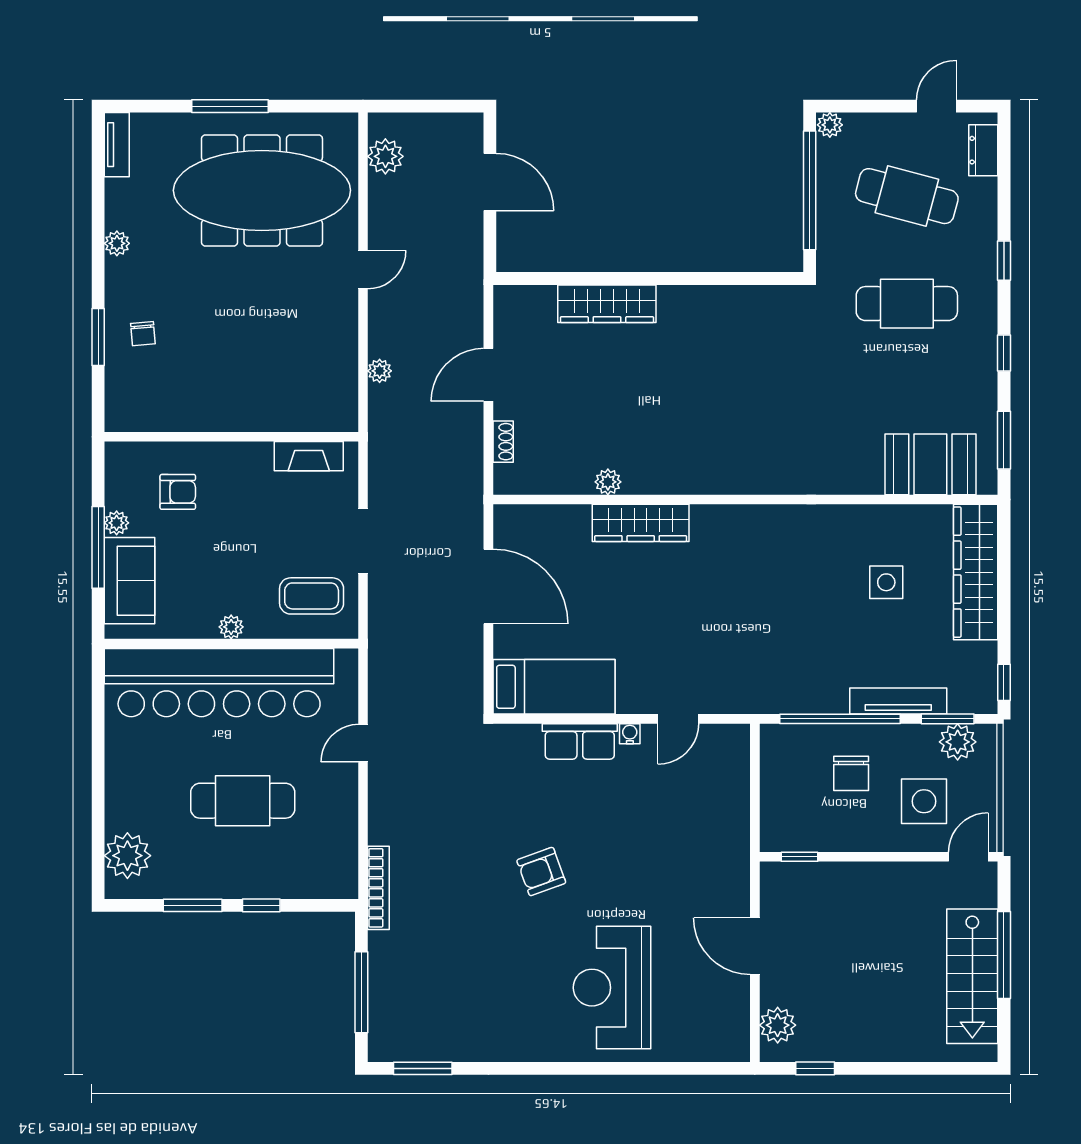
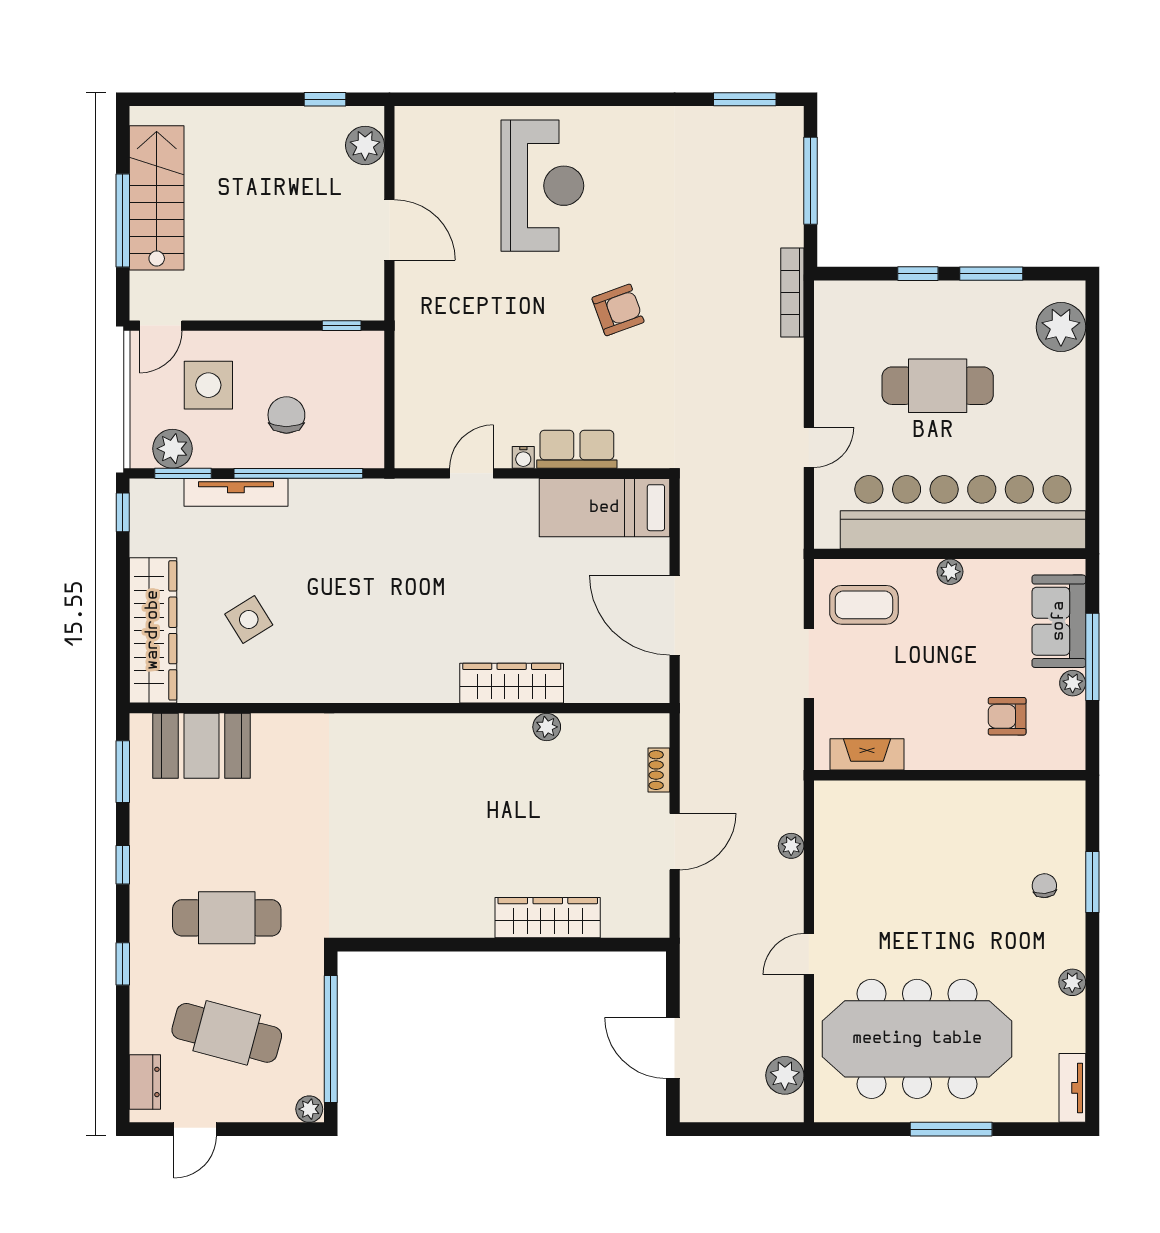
side table: (886, 582) -> (249, 619), turned -32

